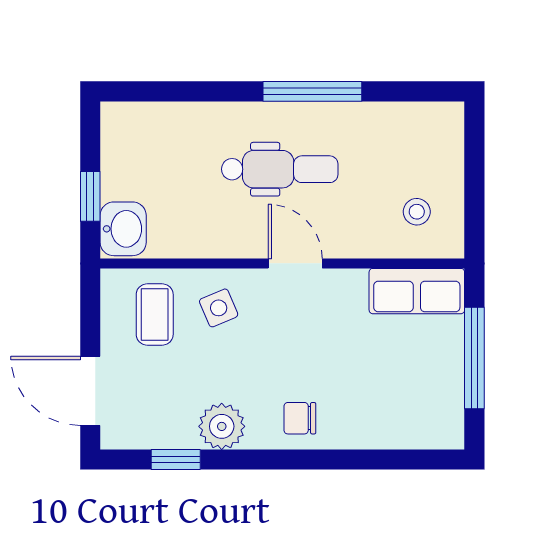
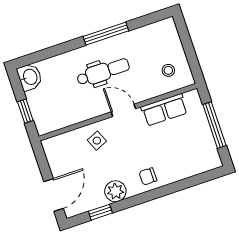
washbasin: (123, 229) -> (30, 77), moved
row of seats: (417, 291) -> (164, 110), moved
coffee table: (155, 314) -> (70, 153), removed
door: (90, 391) -> (54, 195), swing flipped

